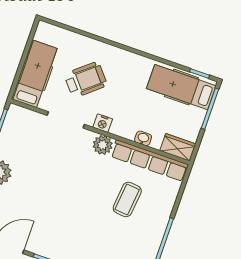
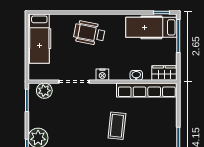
hospital bed: (35, 74) -> (39, 39), moved, turned 180
wheelchair: (86, 80) -> (89, 33), moved, turned -129
plant: (103, 145) -> (44, 91), moved
coffee table: (127, 199) -> (117, 126), moved

